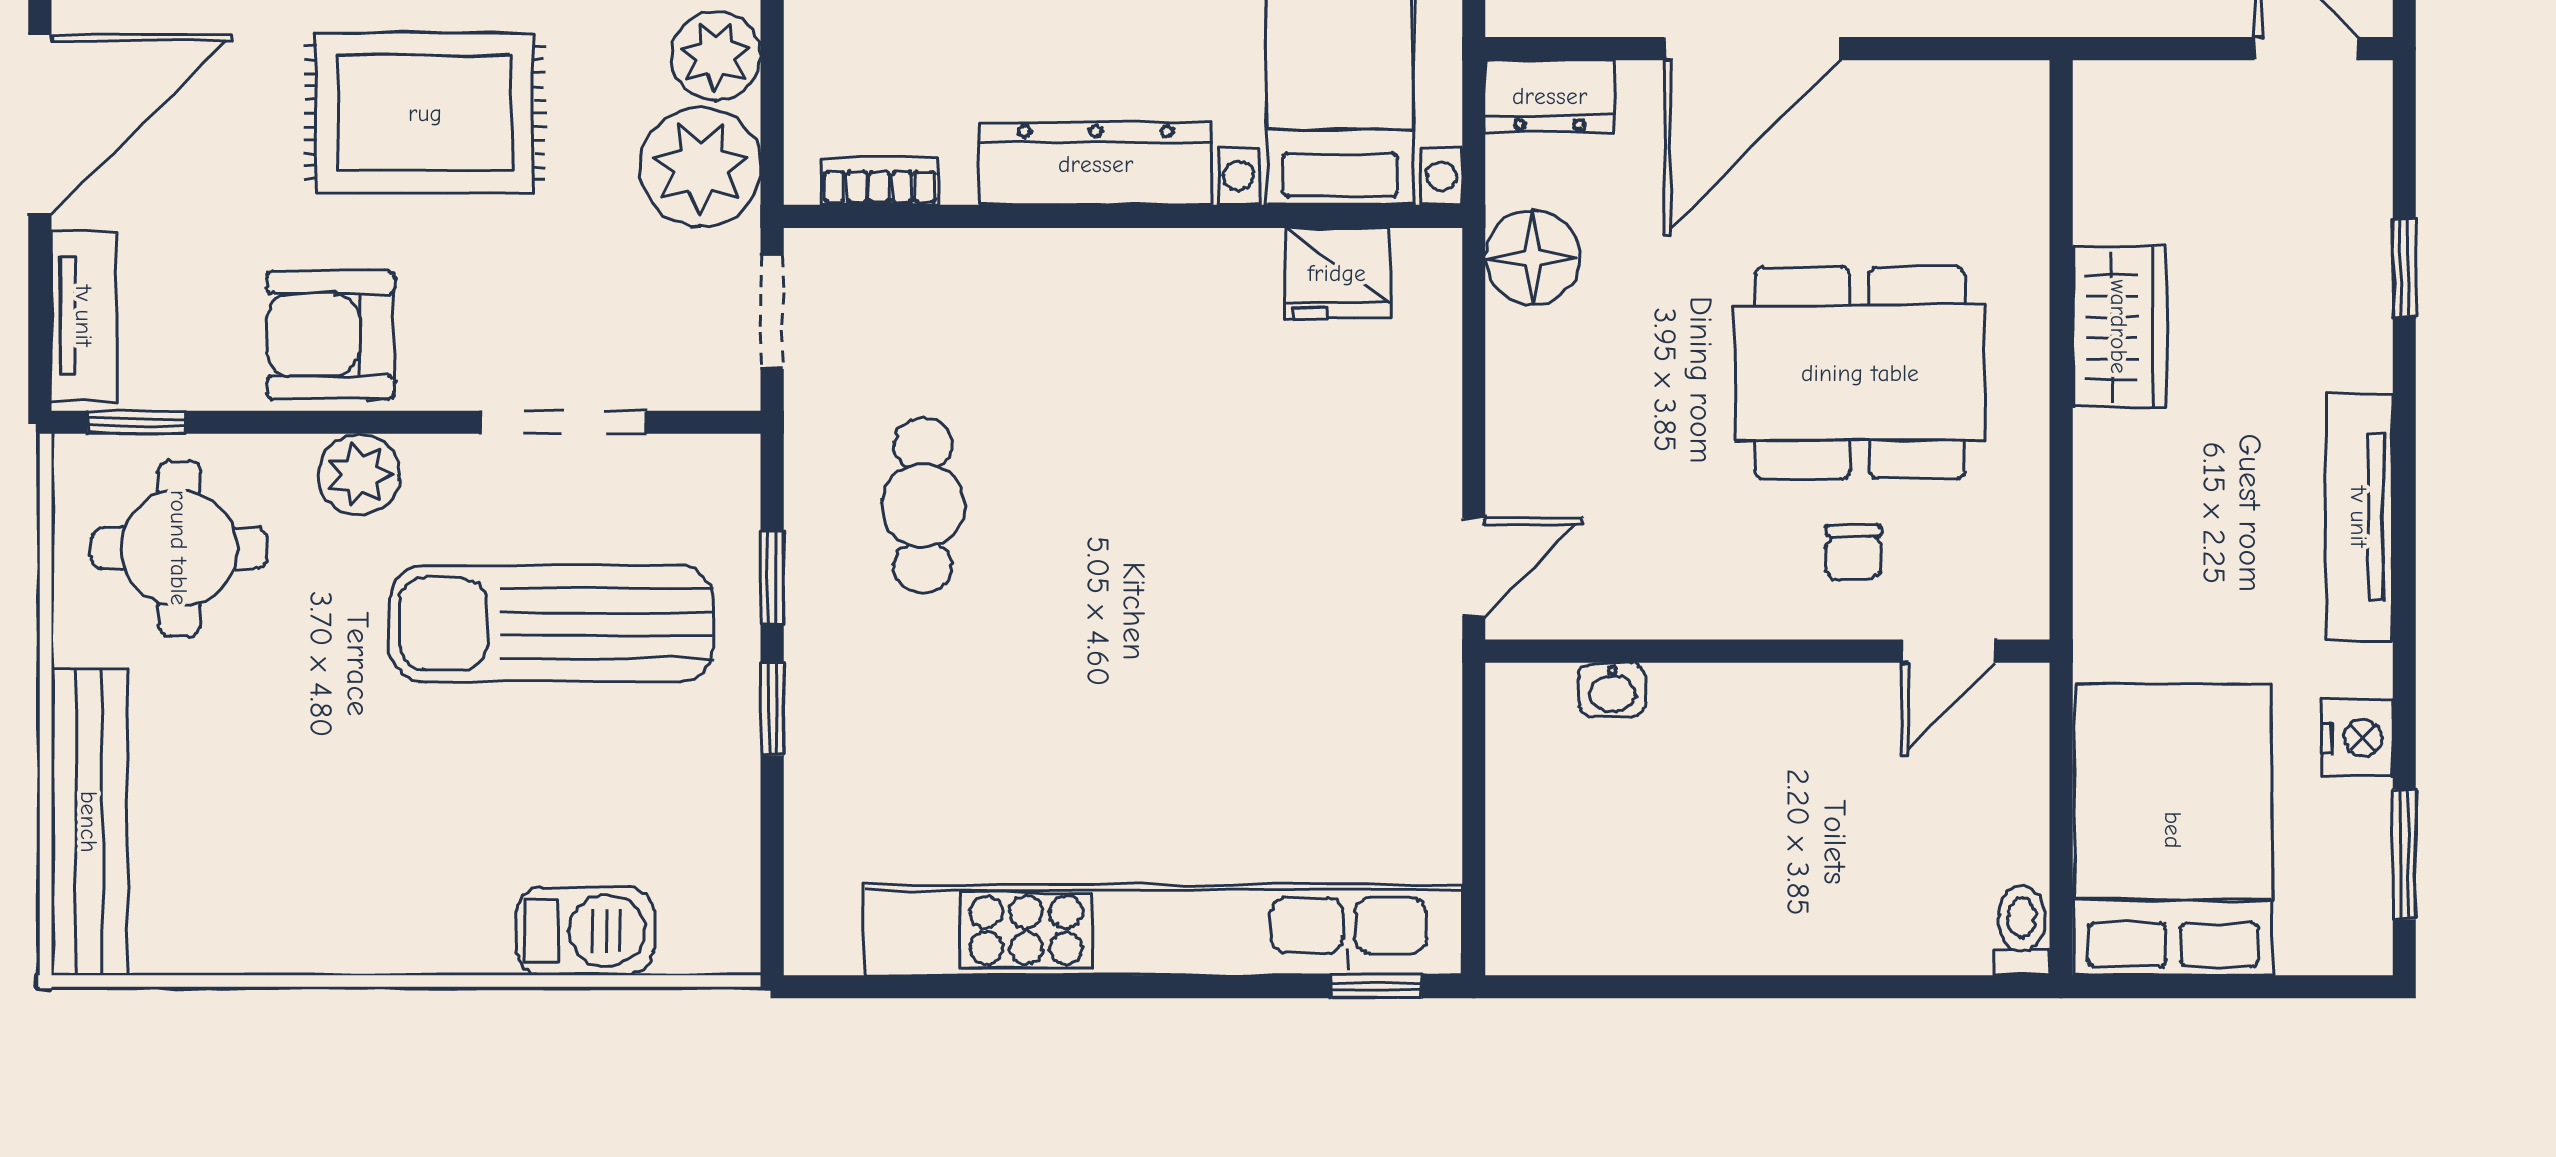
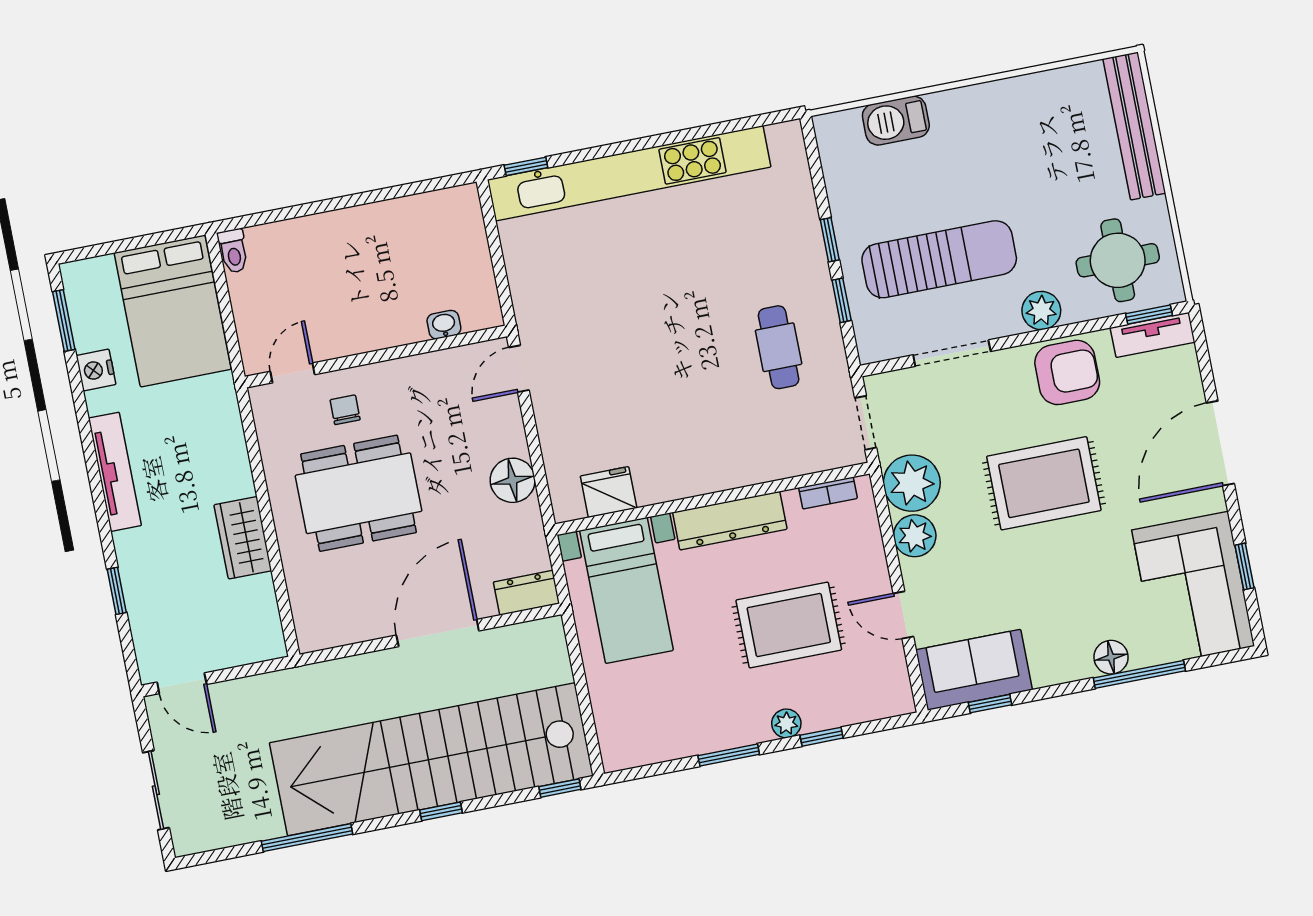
floor lamp: (1533, 257) -> (513, 480), moved
tv unit: (84, 316) -> (1153, 335), moved, turned -90

